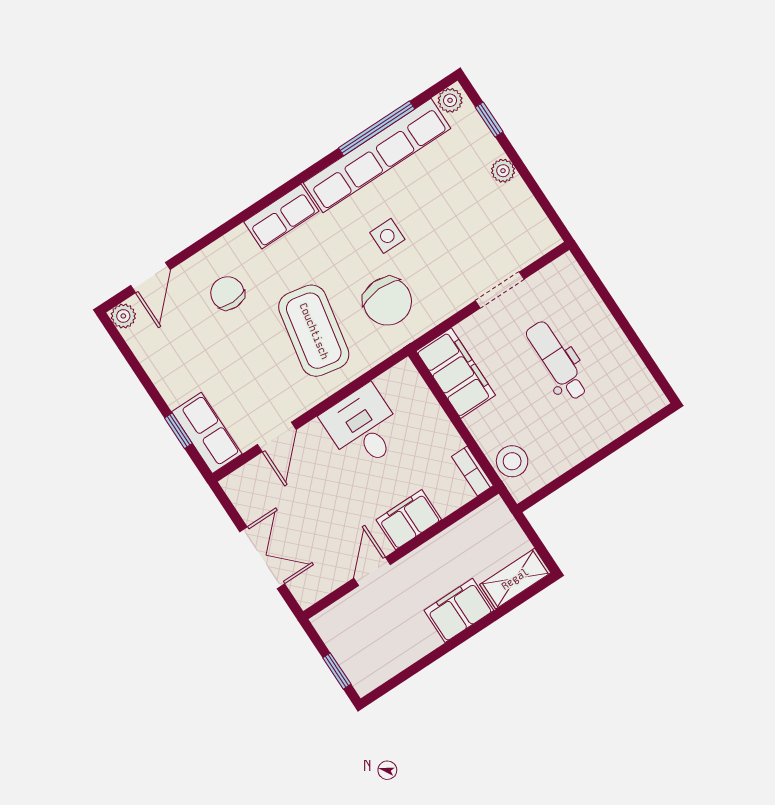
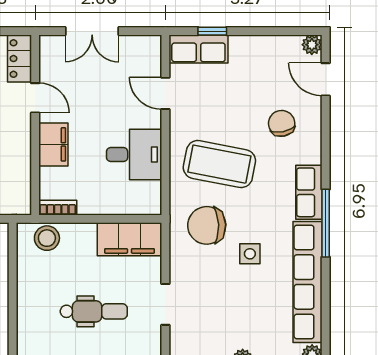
window: (377, 128) -> (326, 223), moved
chair: (227, 293) -> (282, 123), turned -100
locker: (342, 615) -> (19, 59), added

